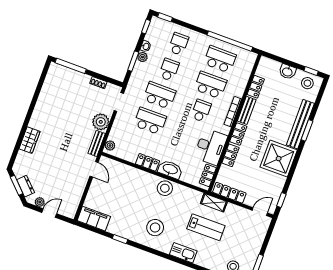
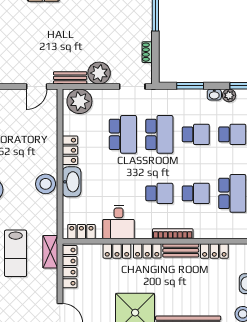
plant: (142, 57) -> (229, 95), moved
school desk: (210, 85) -> (196, 193), width x0.54
plant: (110, 146) -> (79, 101), width x1.87, depth x1.87
desk: (211, 147) -> (119, 222), width x0.73

